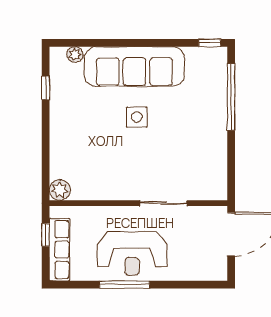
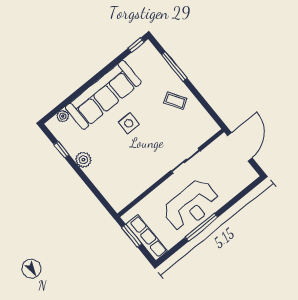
window: (231, 97) -> (174, 67), width x0.68
coffee table: (203, 133) -> (175, 101), added
plant: (60, 190) -> (83, 160), moved
window: (46, 235) -> (132, 236), width x1.50

